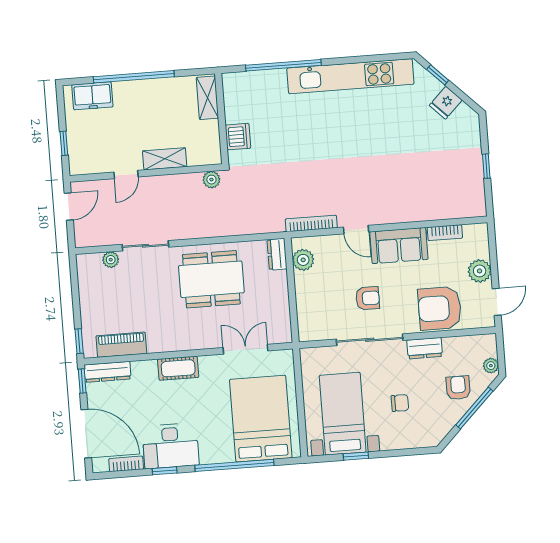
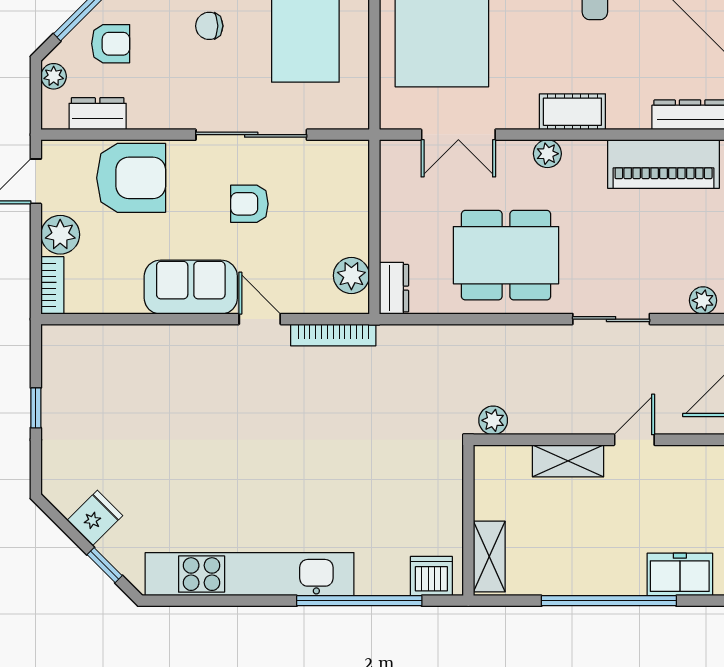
dishwasher: (238, 137) -> (431, 576), moved, turned 90
bookcase: (445, 233) -> (52, 285), moved, turned 90
plant: (111, 260) -> (703, 300), moved
plant: (191, 342) -> (547, 154), added
piano: (121, 345) -> (664, 164), width x1.37, depth x1.33
dresser: (425, 348) -> (98, 114), moved
armchair: (458, 388) -> (111, 44), turned -90

